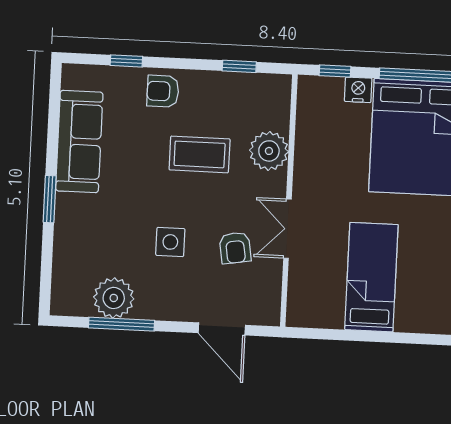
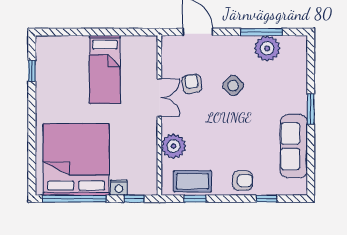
coffee table: (200, 154) -> (192, 181), moved
side table: (170, 242) -> (233, 85), turned 45

